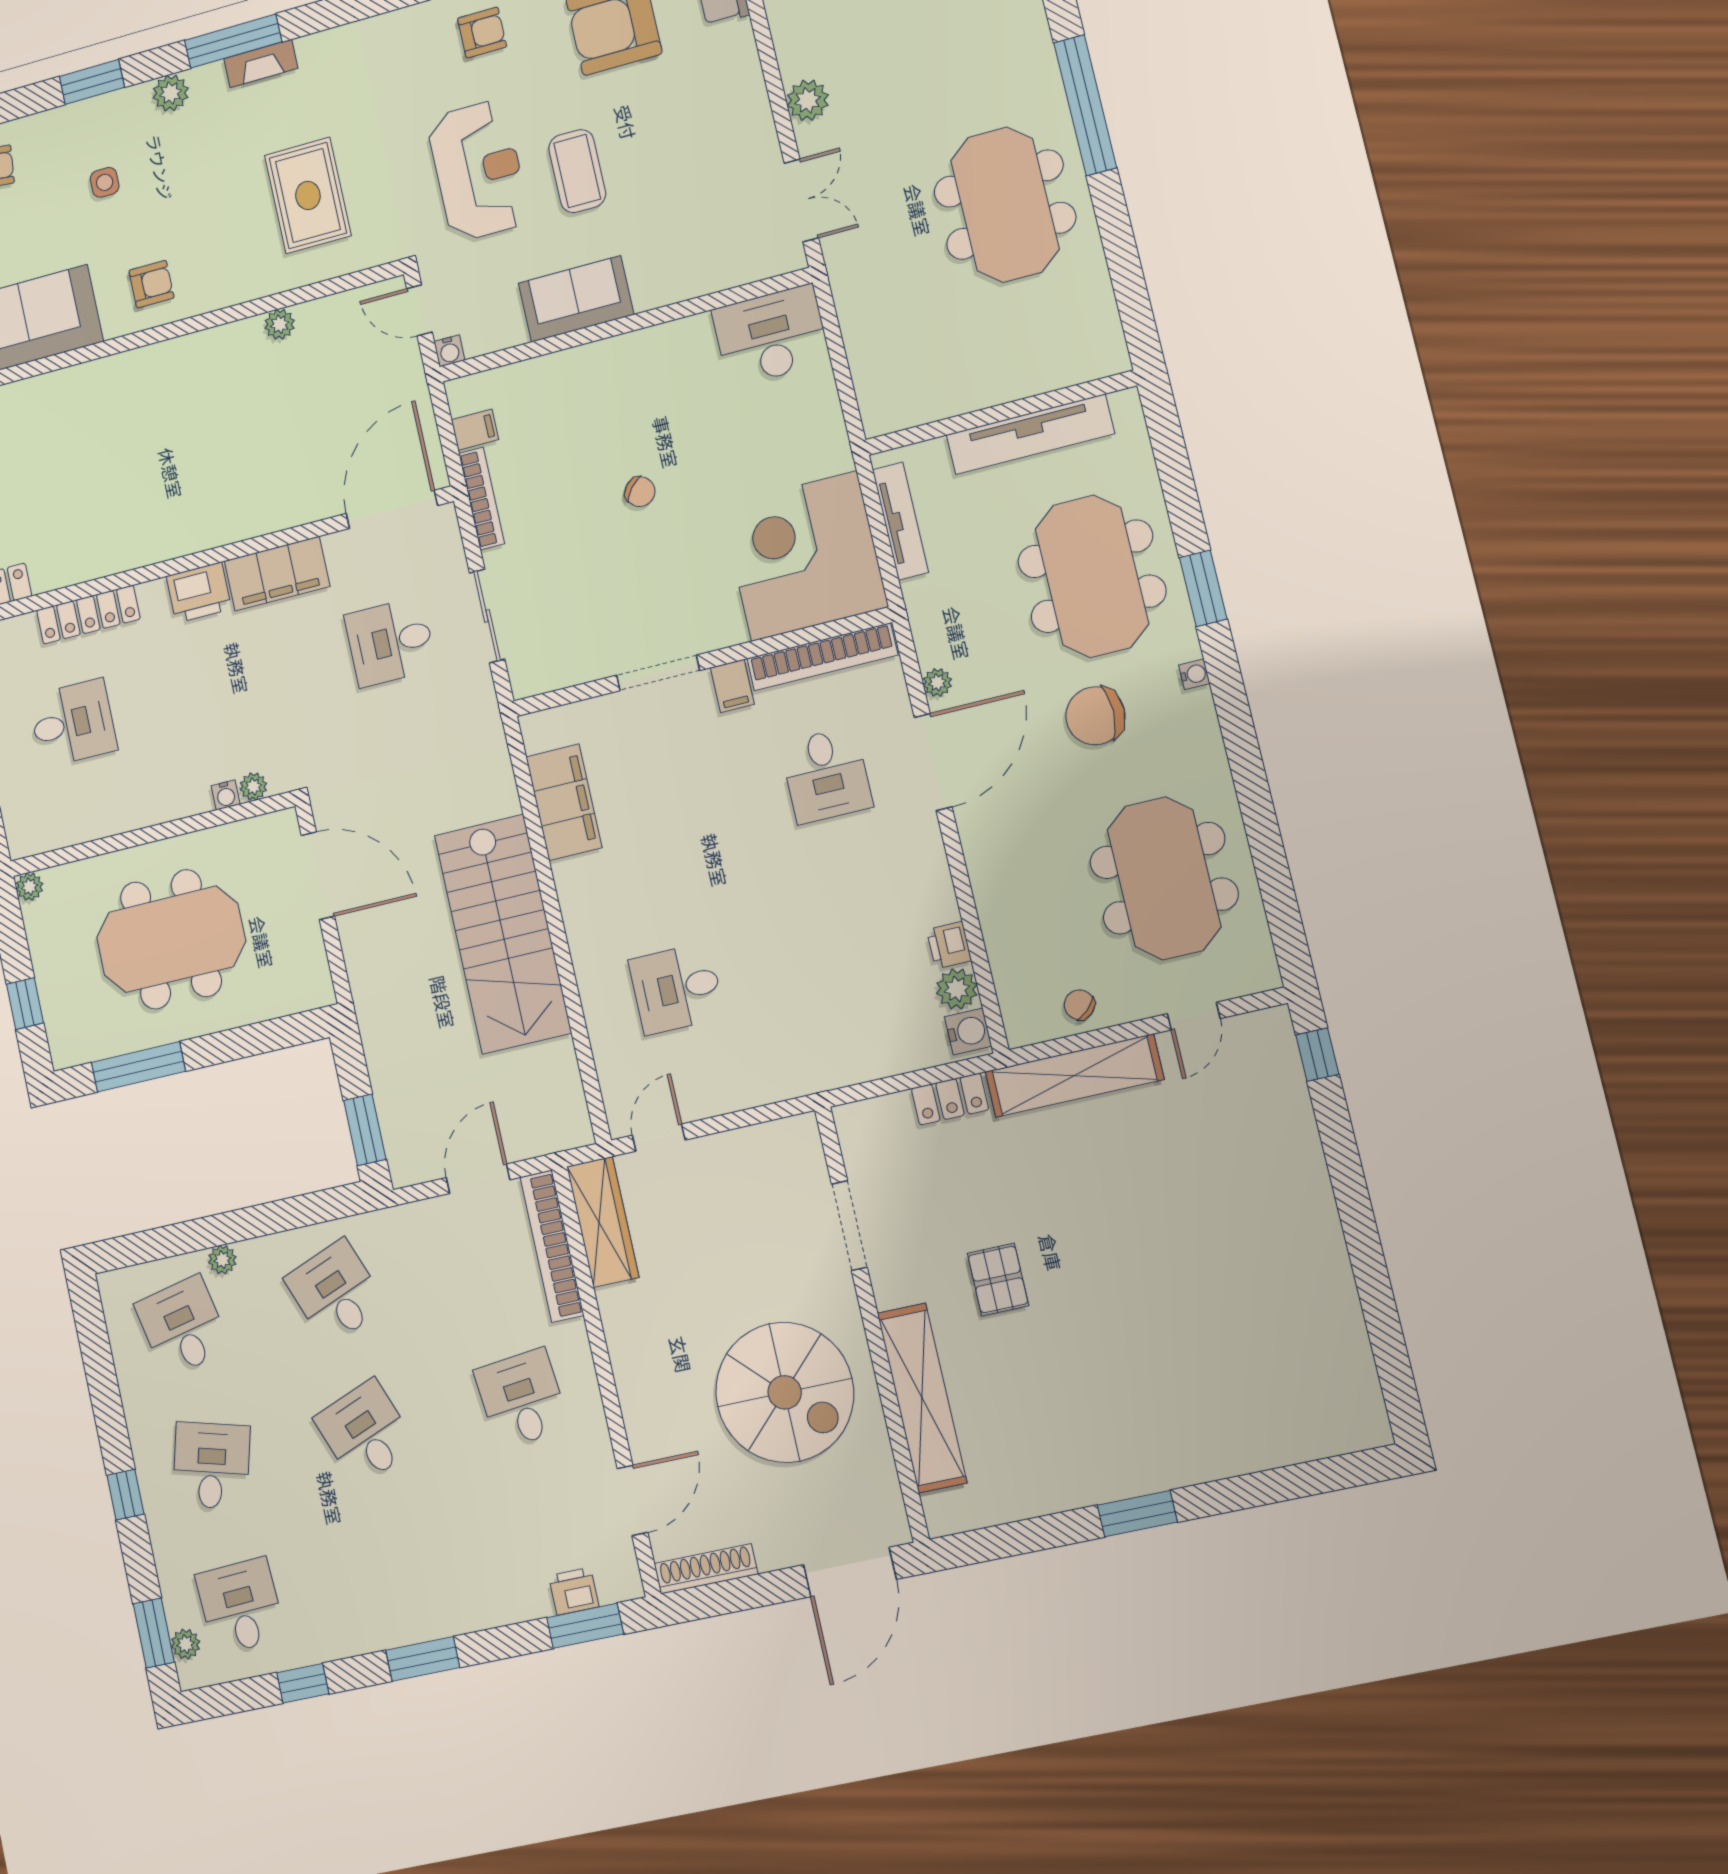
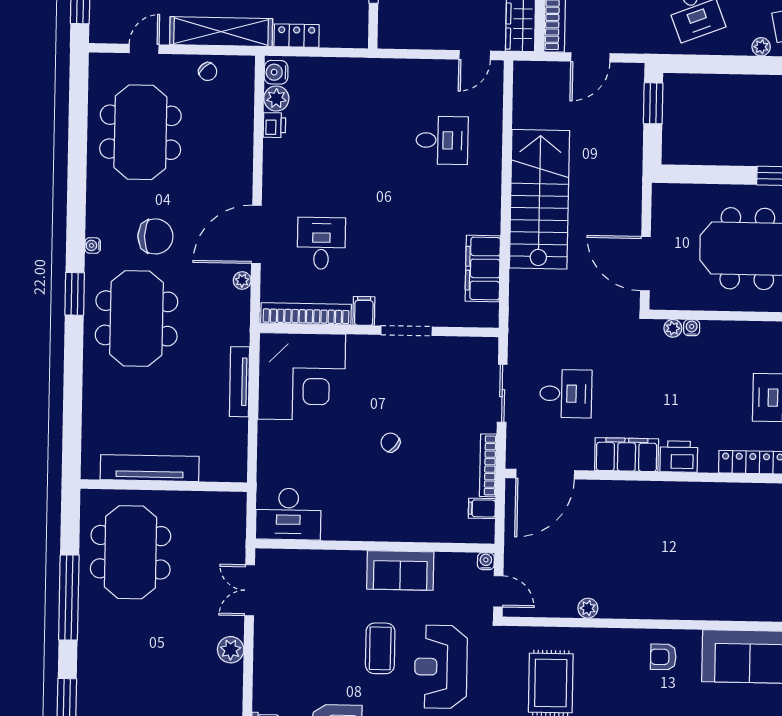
wall: (1000, 413) -> (164, 486), moved
tv unit: (1030, 434) -> (150, 468), moved

